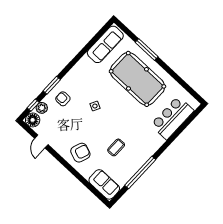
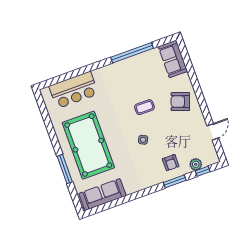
floor lamp: (33, 120) -> (211, 157), removed
coffee table: (116, 147) -> (144, 107), moved

